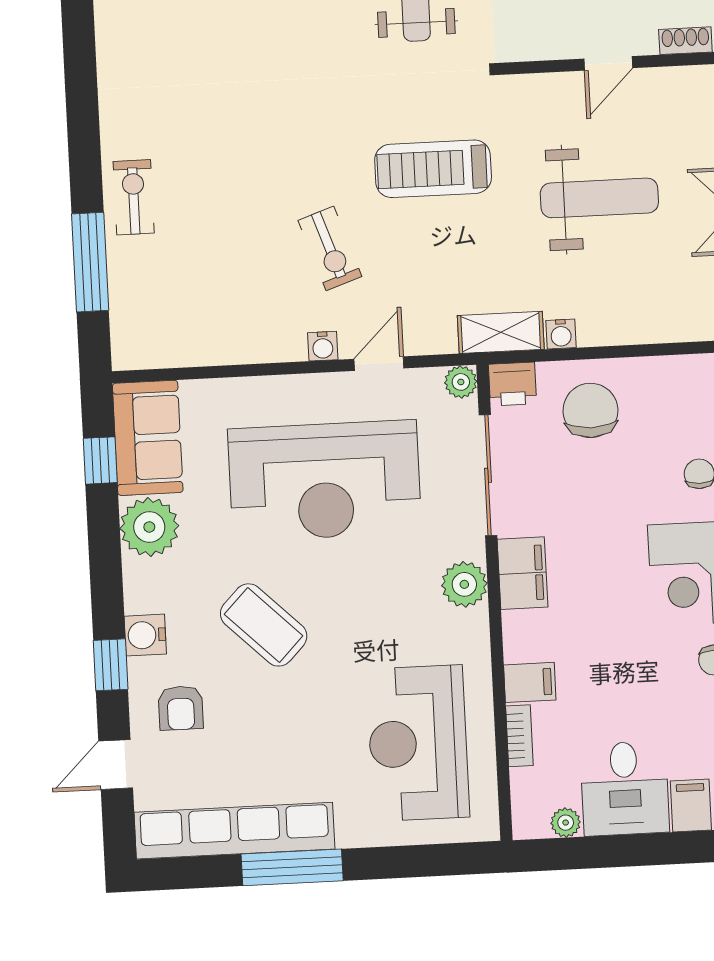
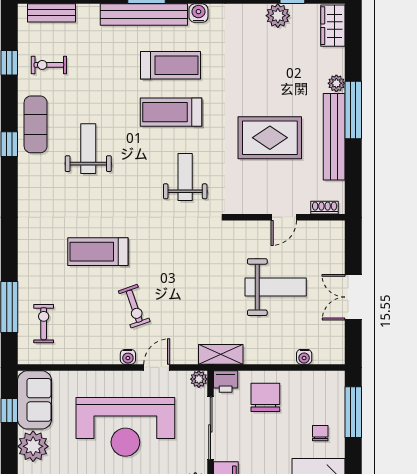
treadmill: (433, 169) -> (98, 252), moved
exercise bike: (134, 197) -> (44, 324), moved
water cooler: (561, 334) -> (304, 357), moved

